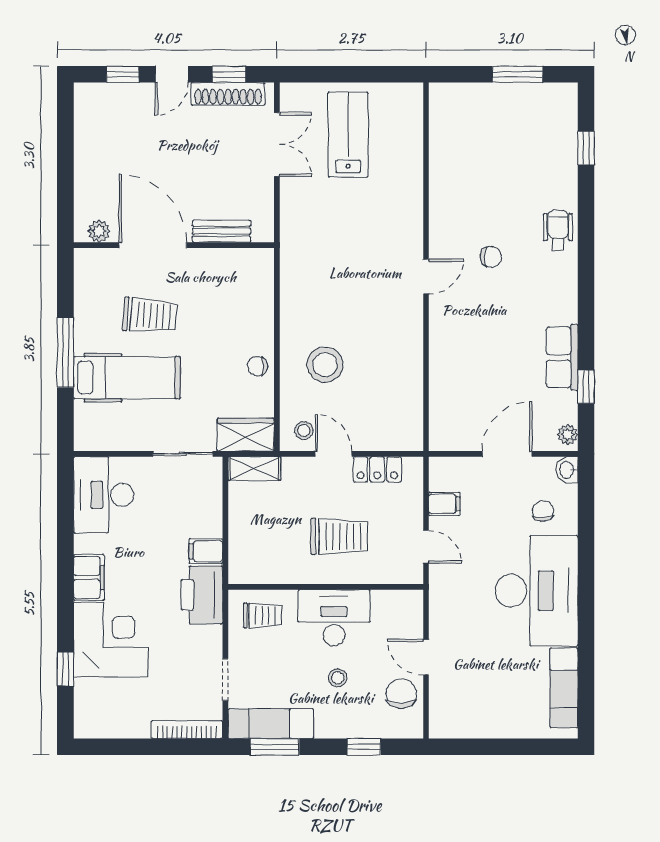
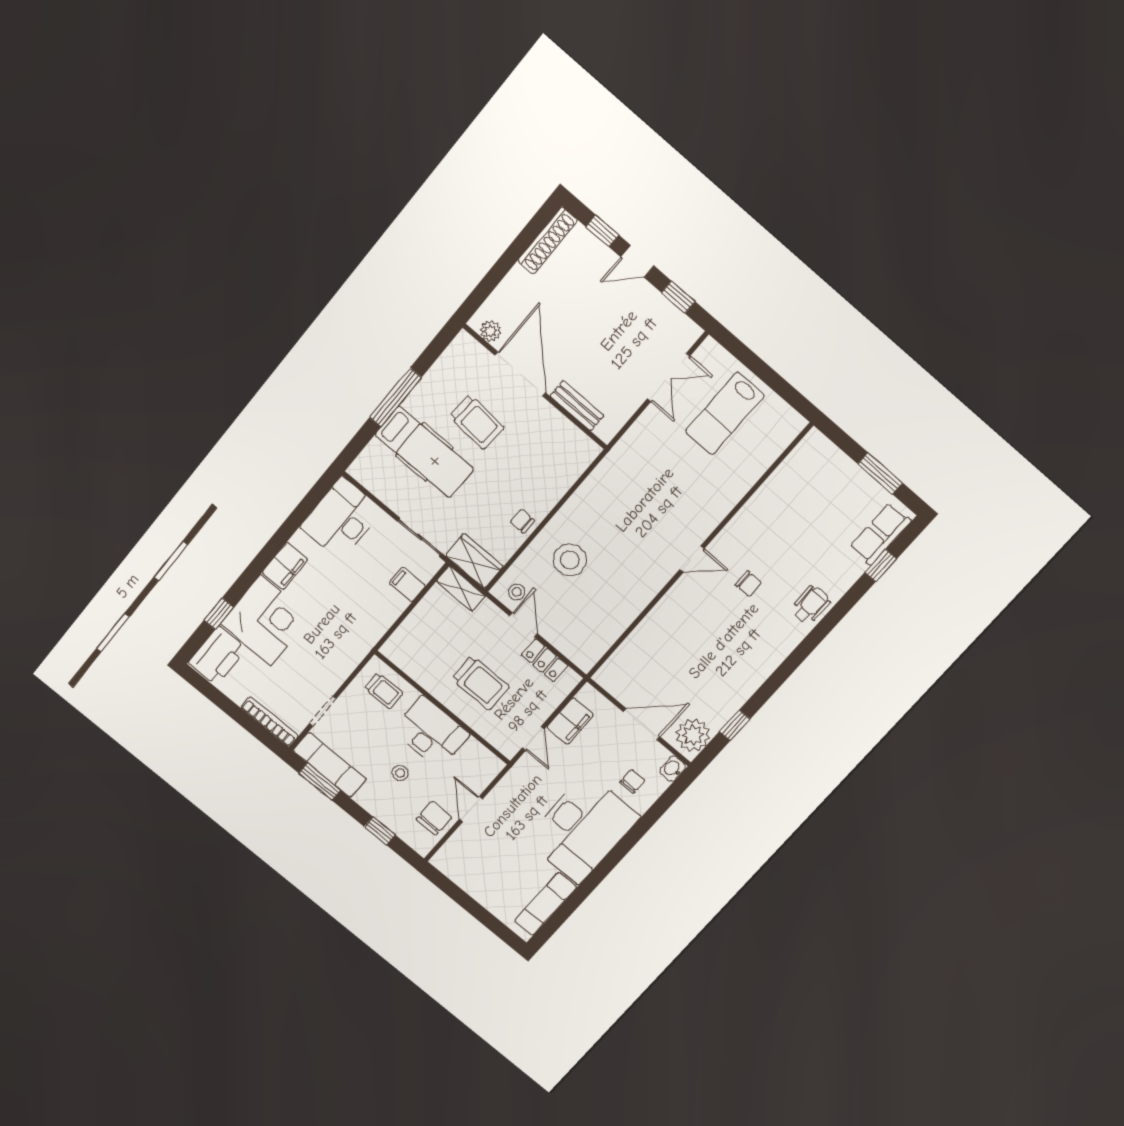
shoe rack: (228, 94) -> (548, 241), moved, turned -90
lab bench: (348, 135) -> (725, 414), turned 180
row of seats: (562, 357) -> (880, 534), moved
plant: (568, 435) -> (693, 735), width x1.87, depth x1.87
filing cabinet: (444, 504) -> (570, 721), width x2.00
filing cabinet: (206, 551) -> (407, 584), moved
printer: (202, 595) -> (218, 656), moved, turned 180

